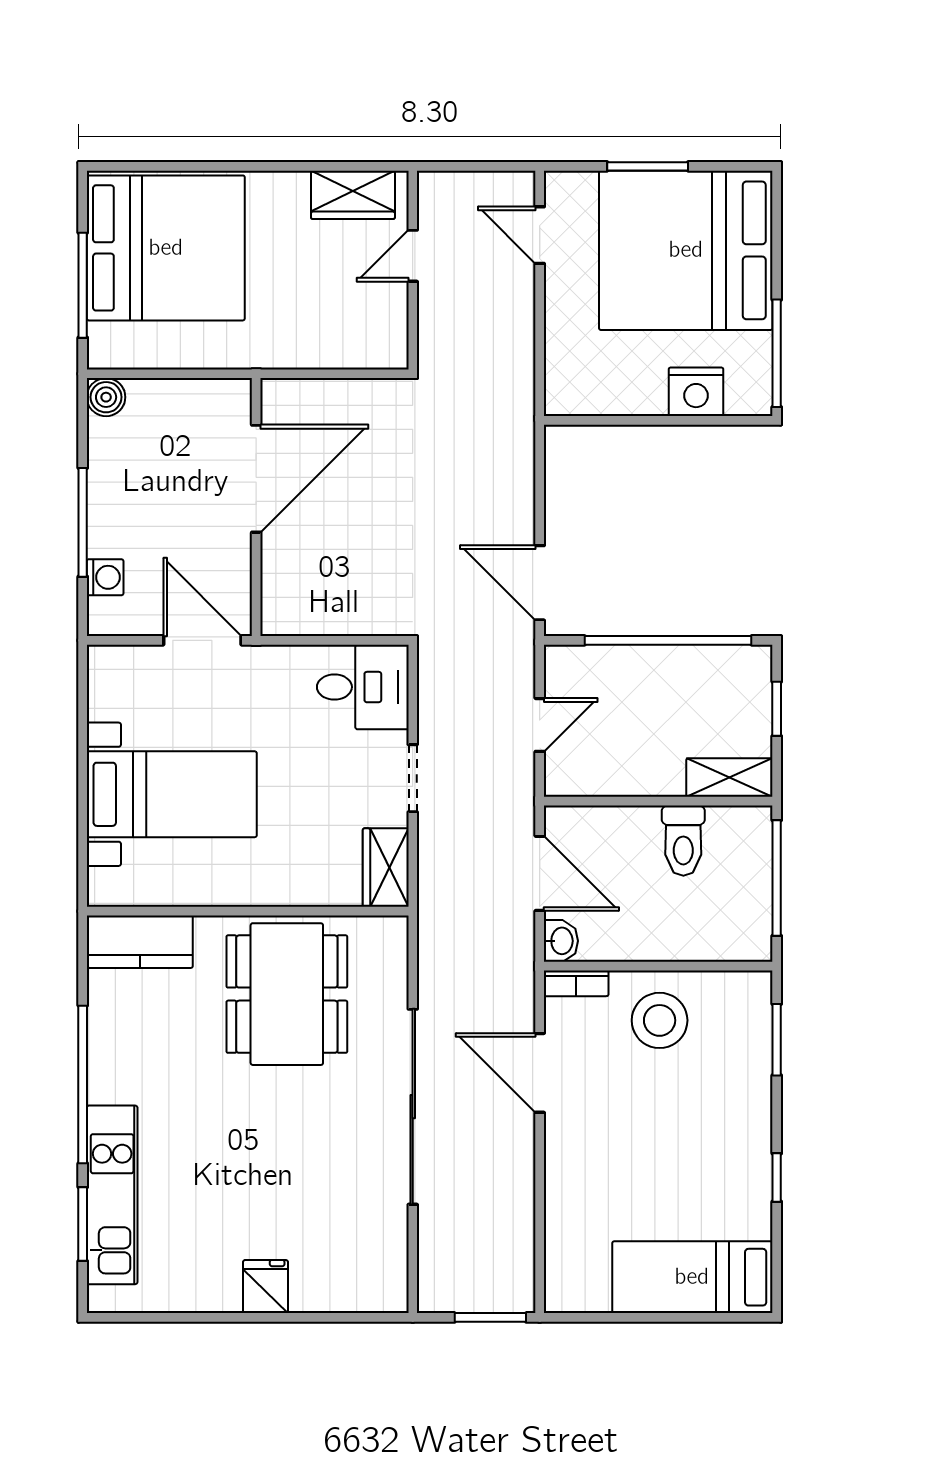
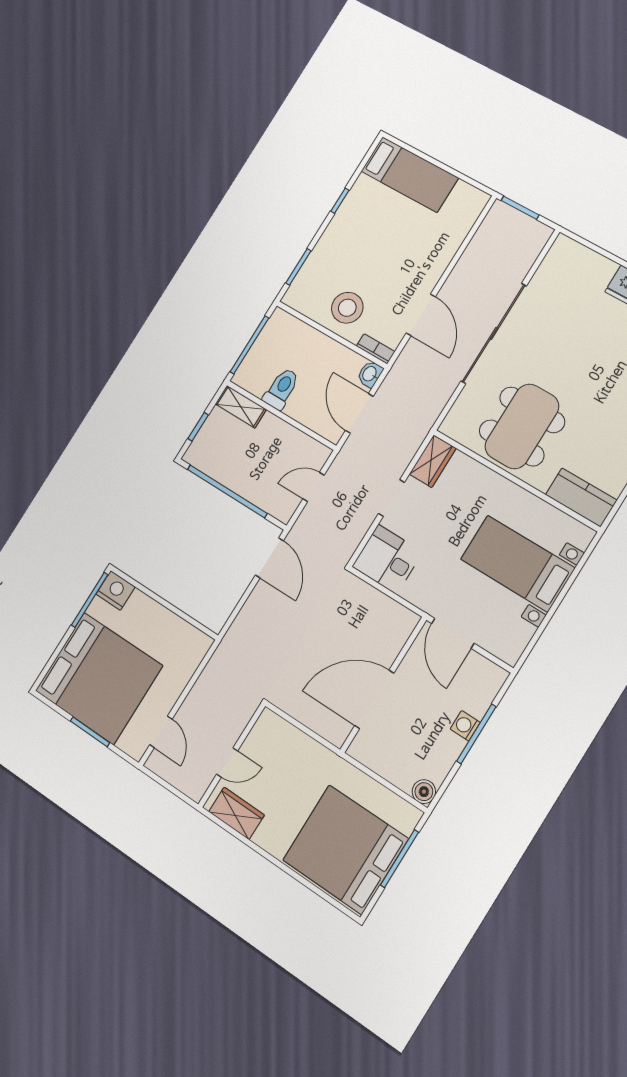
nightstand: (696, 392) -> (116, 590), moved
washing machine: (105, 577) -> (465, 726), moved

